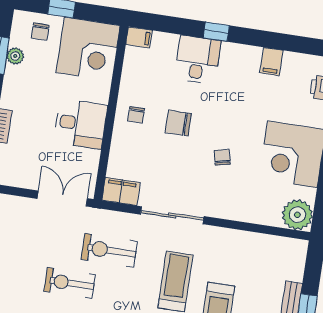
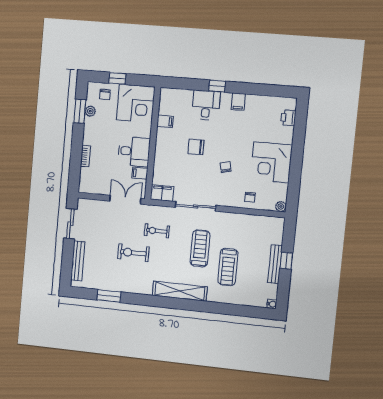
filing cabinet: (139, 37) -> (165, 121), moved
filing cabinet: (271, 62) -> (238, 102), moved
chair: (136, 115) -> (250, 197), moved
filing cabinet: (88, 158) -> (140, 173), added
plant: (297, 215) -> (281, 206), width x0.53, depth x0.53
exercise bike: (109, 250) -> (157, 231), width x0.73, depth x0.72

